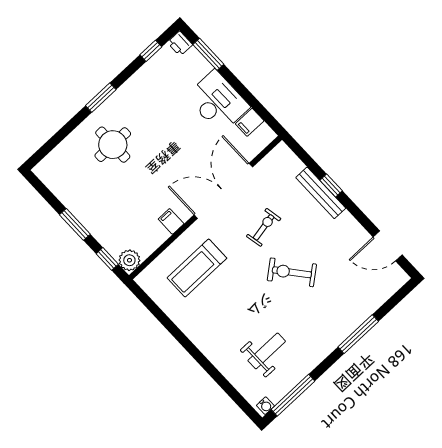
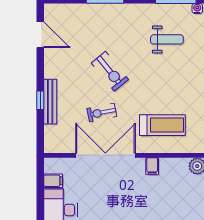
double door: (223, 191) -> (105, 155), swing flipped
weight bench: (267, 351) -> (167, 39), turned 180

